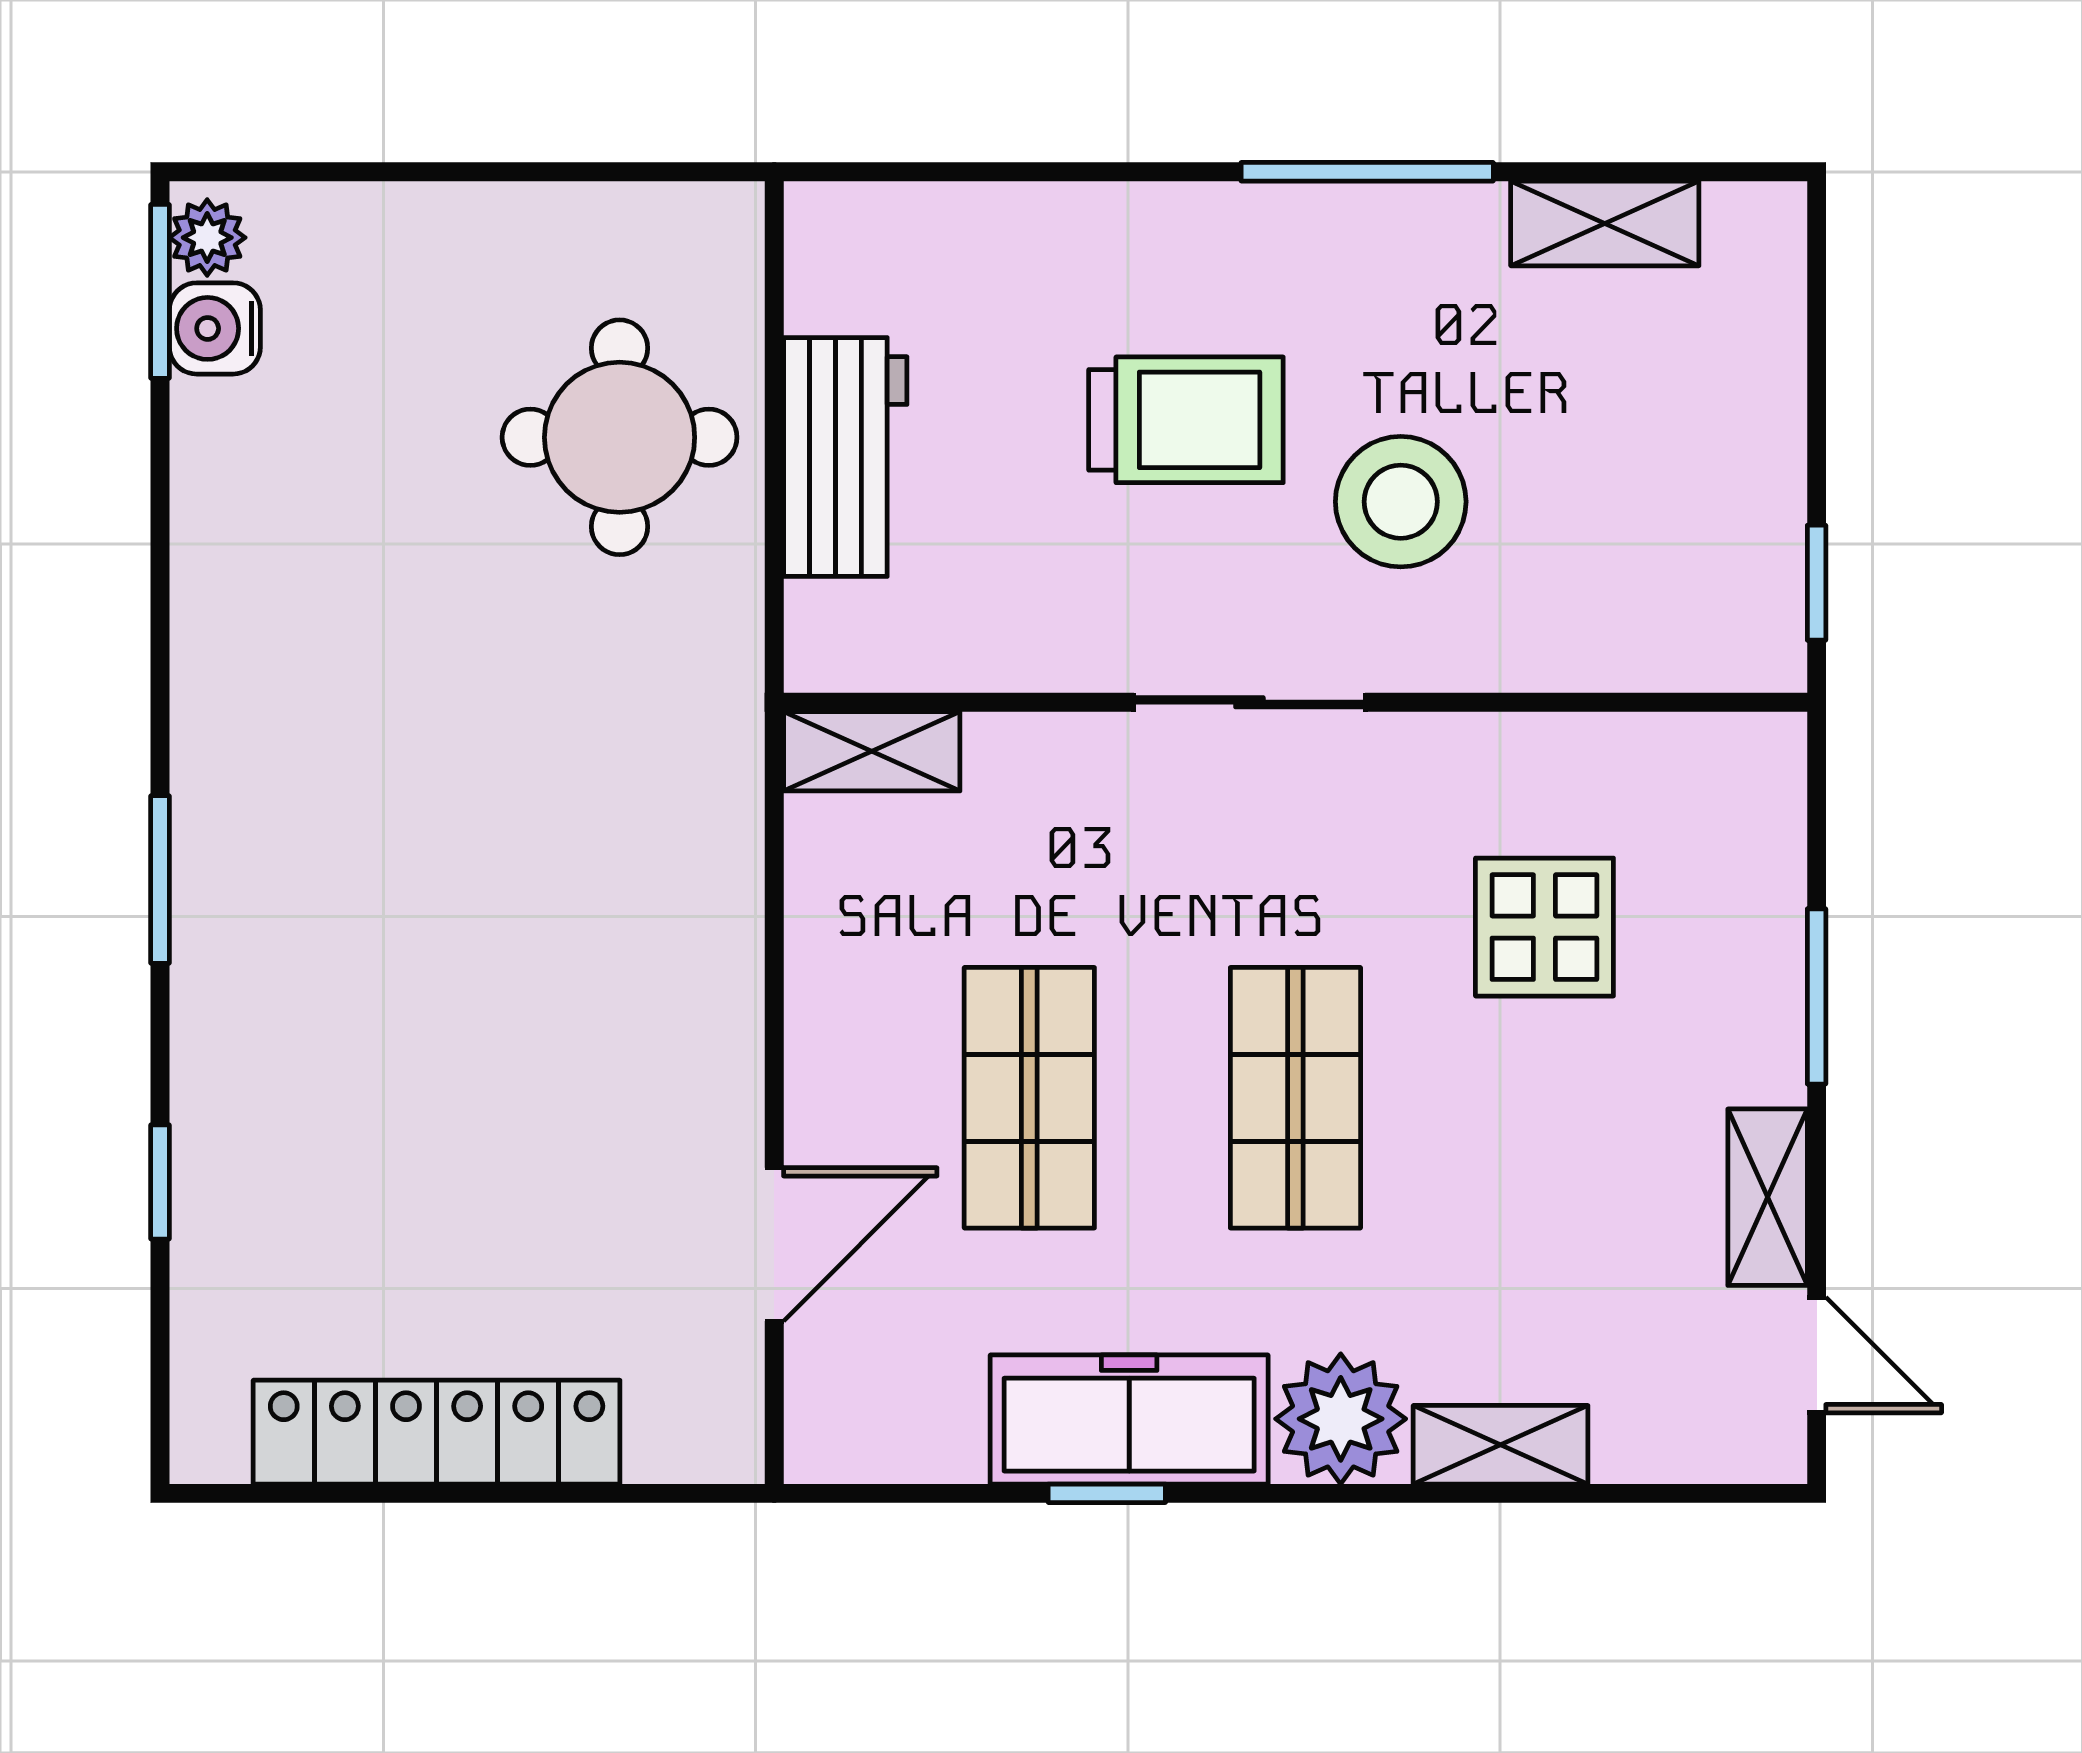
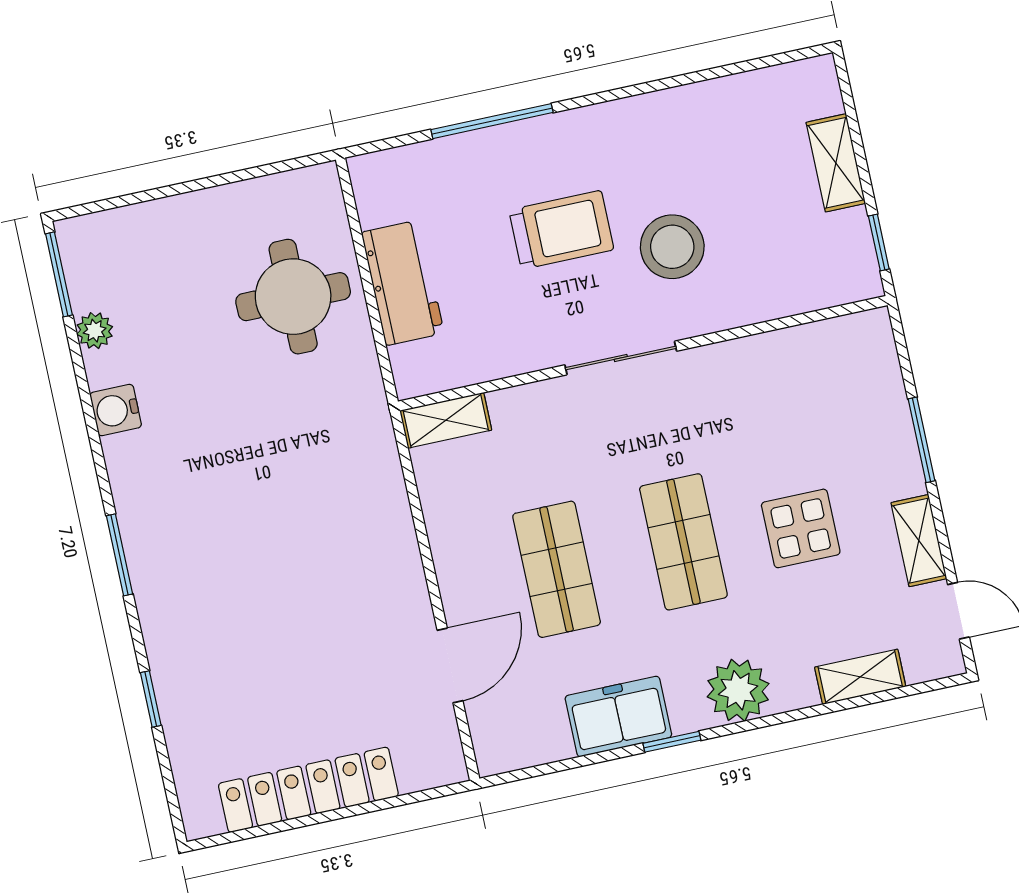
window: (1367, 172) -> (492, 121), moved
shelving: (1605, 223) -> (836, 163), moved, turned 90
plant: (207, 238) -> (95, 331), moved
water cooler: (215, 328) -> (116, 410), moved
display table: (1544, 927) -> (801, 528), moved
freezer: (1129, 1419) -> (618, 716), width x0.71
shelving: (1501, 1445) -> (860, 677), moved
window: (1107, 1493) -> (672, 742), moved

